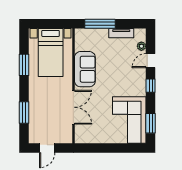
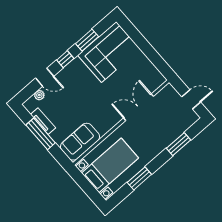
window: (100, 24) -> (41, 134), moved
sofa: (85, 69) -> (80, 142), moved
window: (151, 123) -> (87, 40), moved

